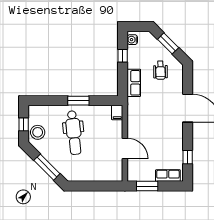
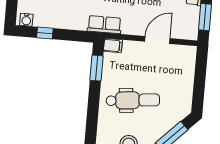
row of seats: (134, 83) -> (104, 25), moved
window: (78, 101) -> (97, 68), moved

